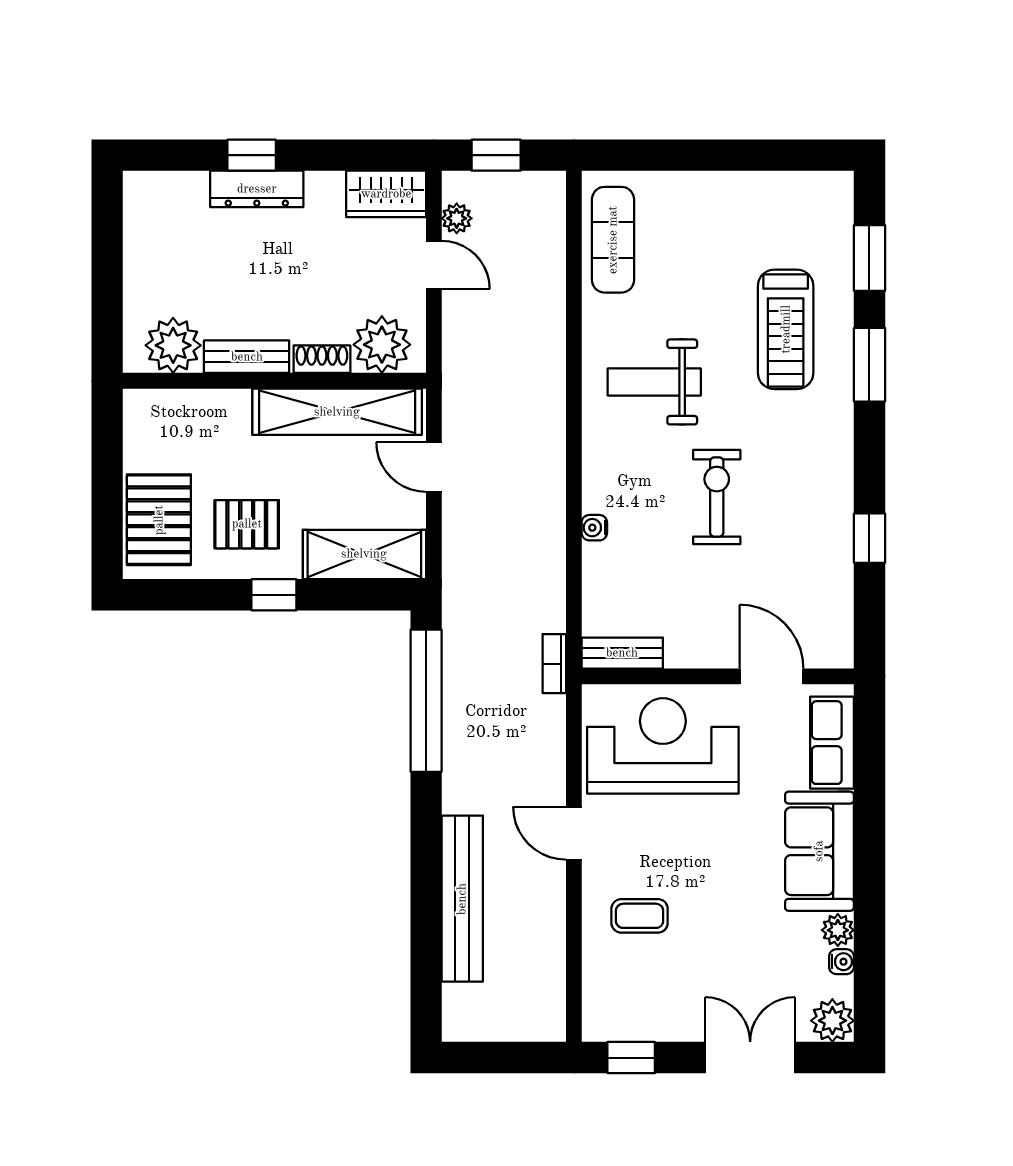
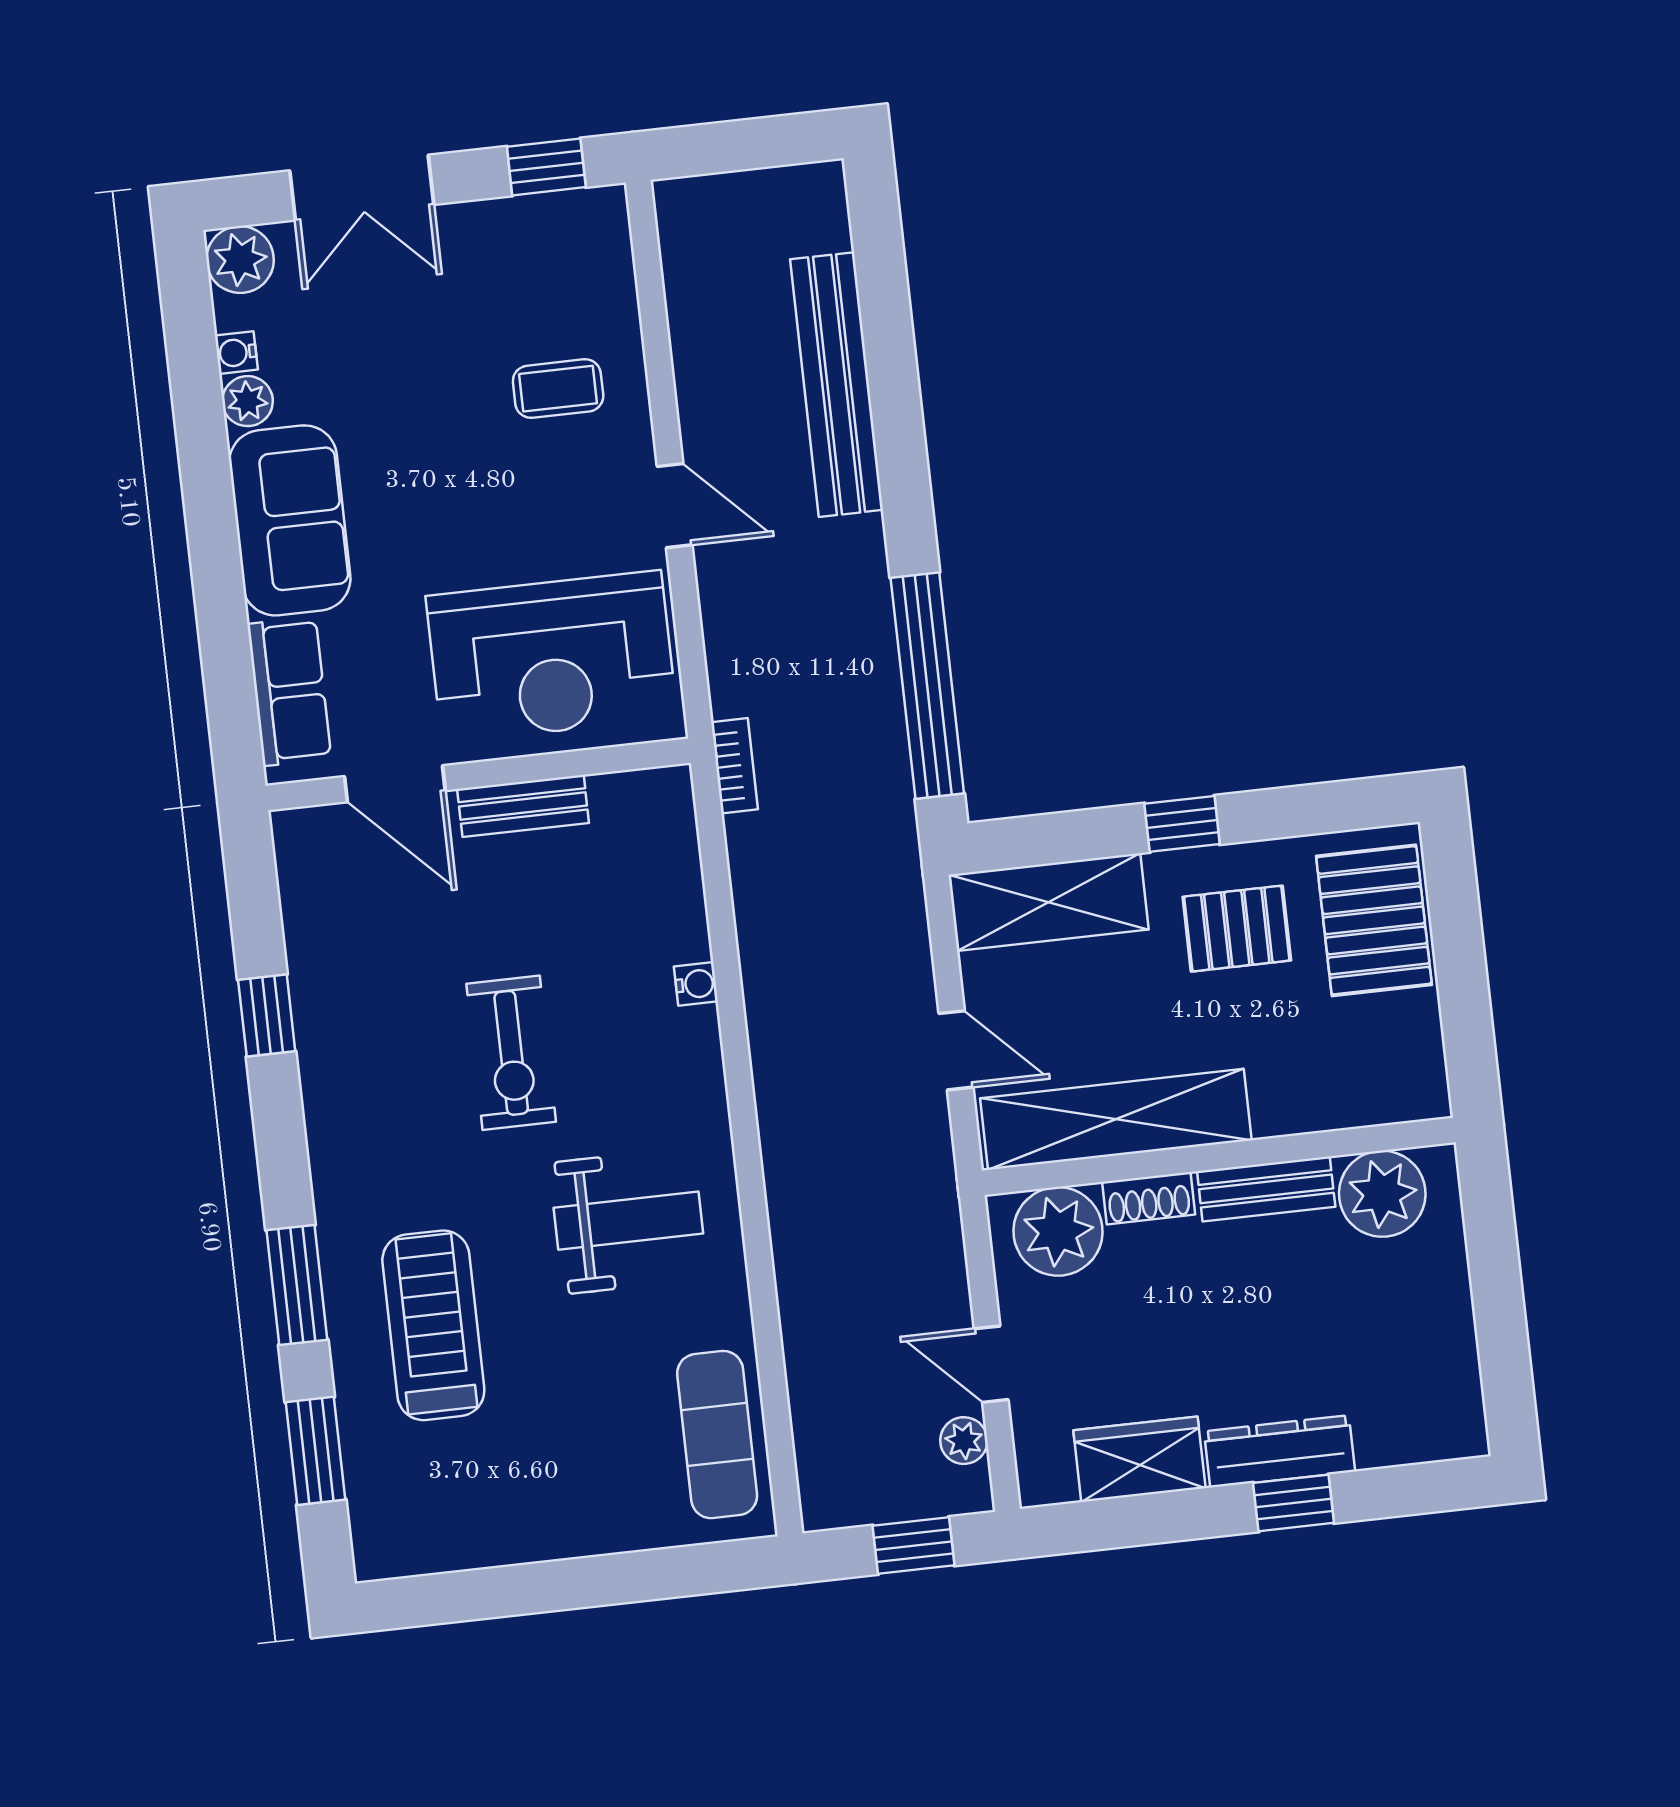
wardrobe: (386, 194) -> (1139, 1459), moved
bench: (622, 653) -> (523, 806), moved

